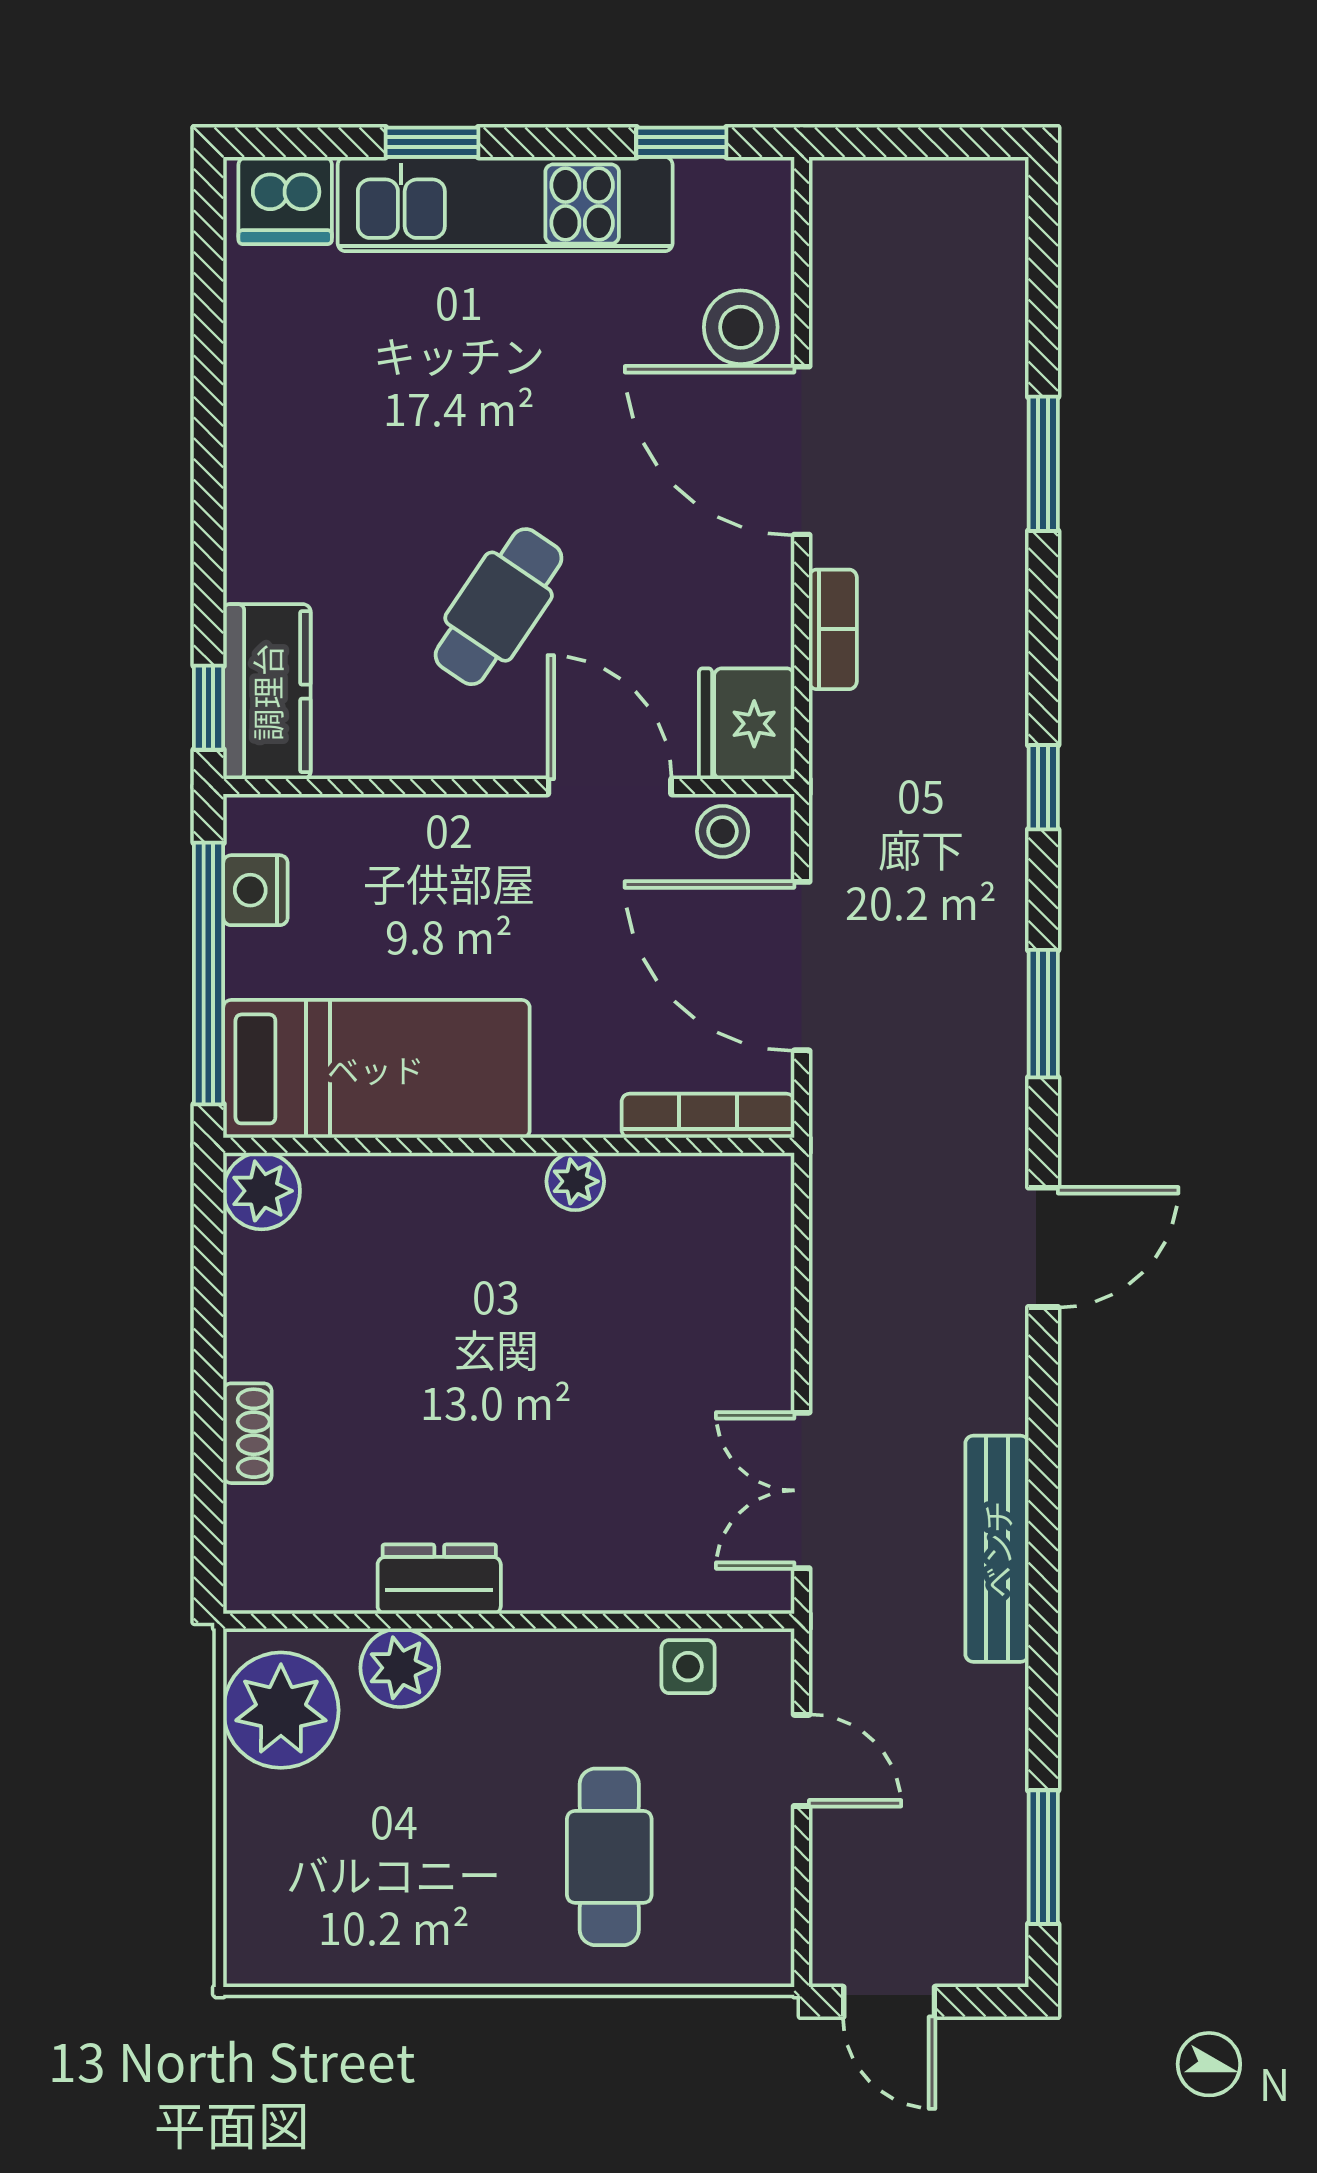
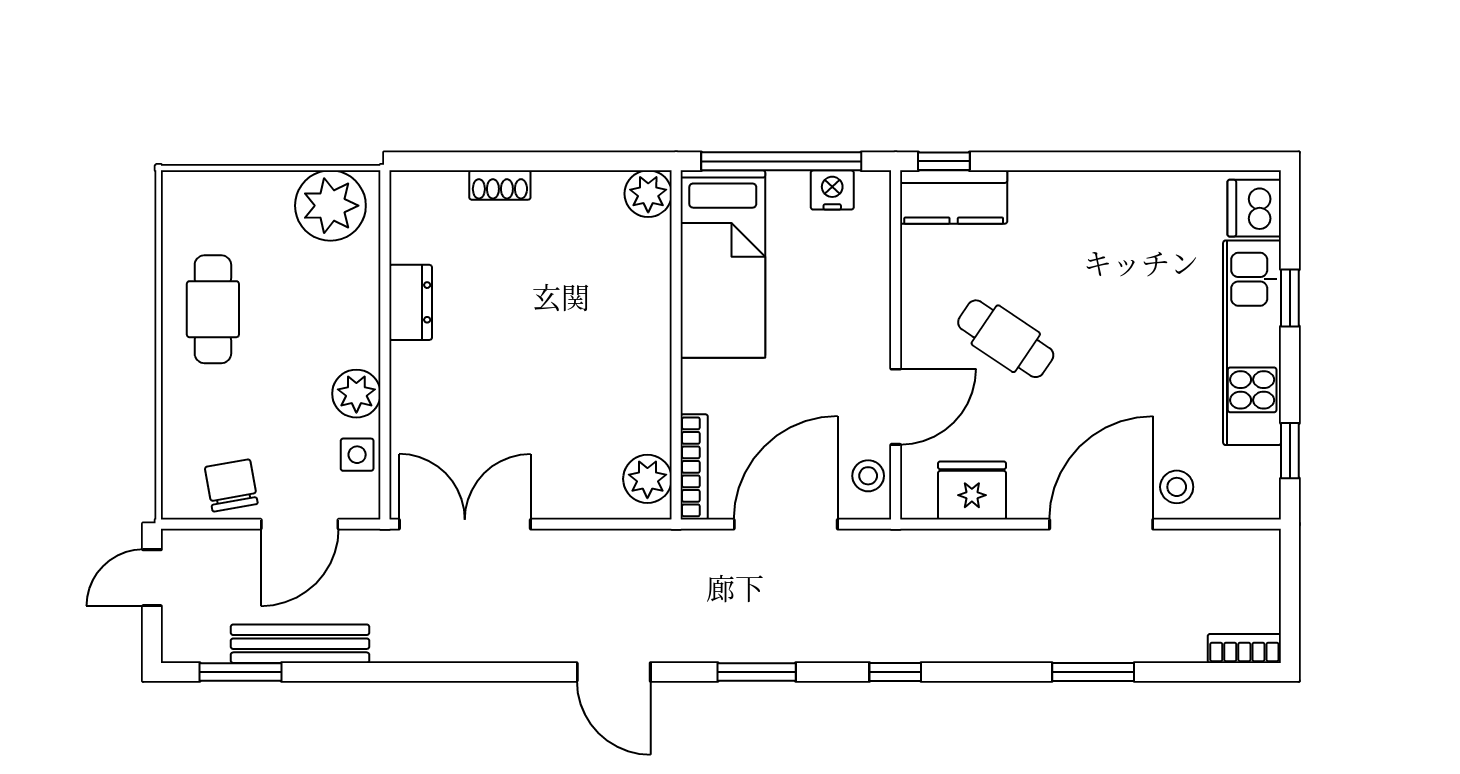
stool: (741, 327) -> (1177, 487), width x0.73, depth x0.73
bookcase: (833, 629) -> (1244, 648), moved, turned 180
fridge: (747, 724) -> (972, 490), moved
plant: (575, 1181) -> (647, 479), moved, width x1.38, depth x1.38
double door: (802, 1490) -> (465, 524), width x1.37
bench: (997, 1549) -> (300, 644), moved
plant: (400, 1668) -> (356, 394), moved
door: (802, 1760) -> (300, 524), width x1.38
cafe table: (609, 1857) -> (213, 309), moved, turned 90
chair: (738, 1872) -> (231, 485), added

